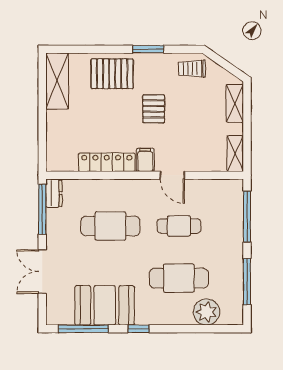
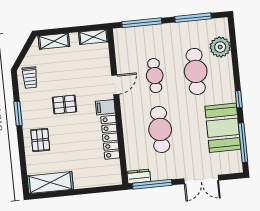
pallet: (112, 74) -> (40, 140), width x0.67, depth x0.71

